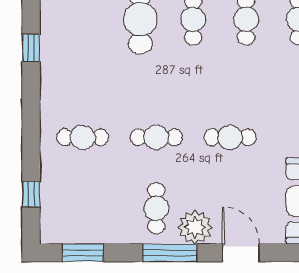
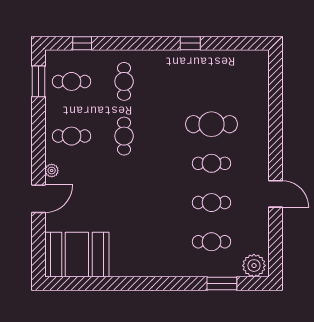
cafe table: (230, 137) -> (72, 81), moved, turned 90
plant: (195, 227) -> (52, 171), width x0.53, depth x0.53
window: (170, 253) -> (39, 146), removed

